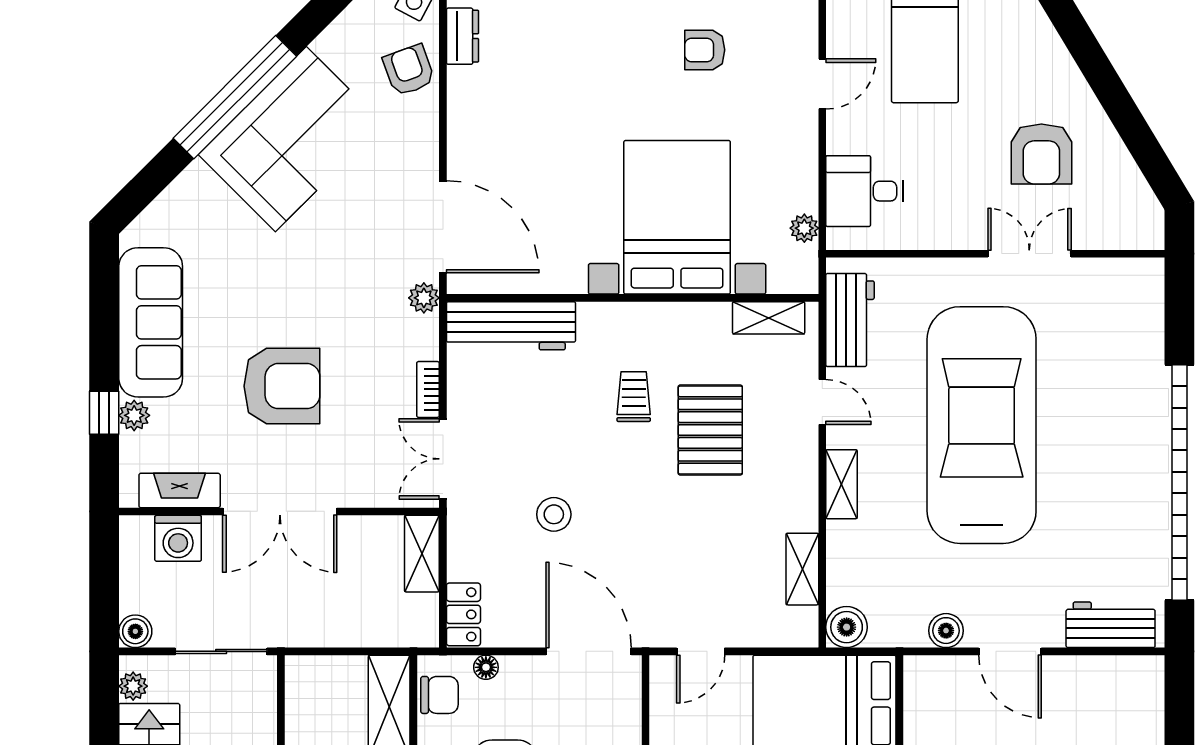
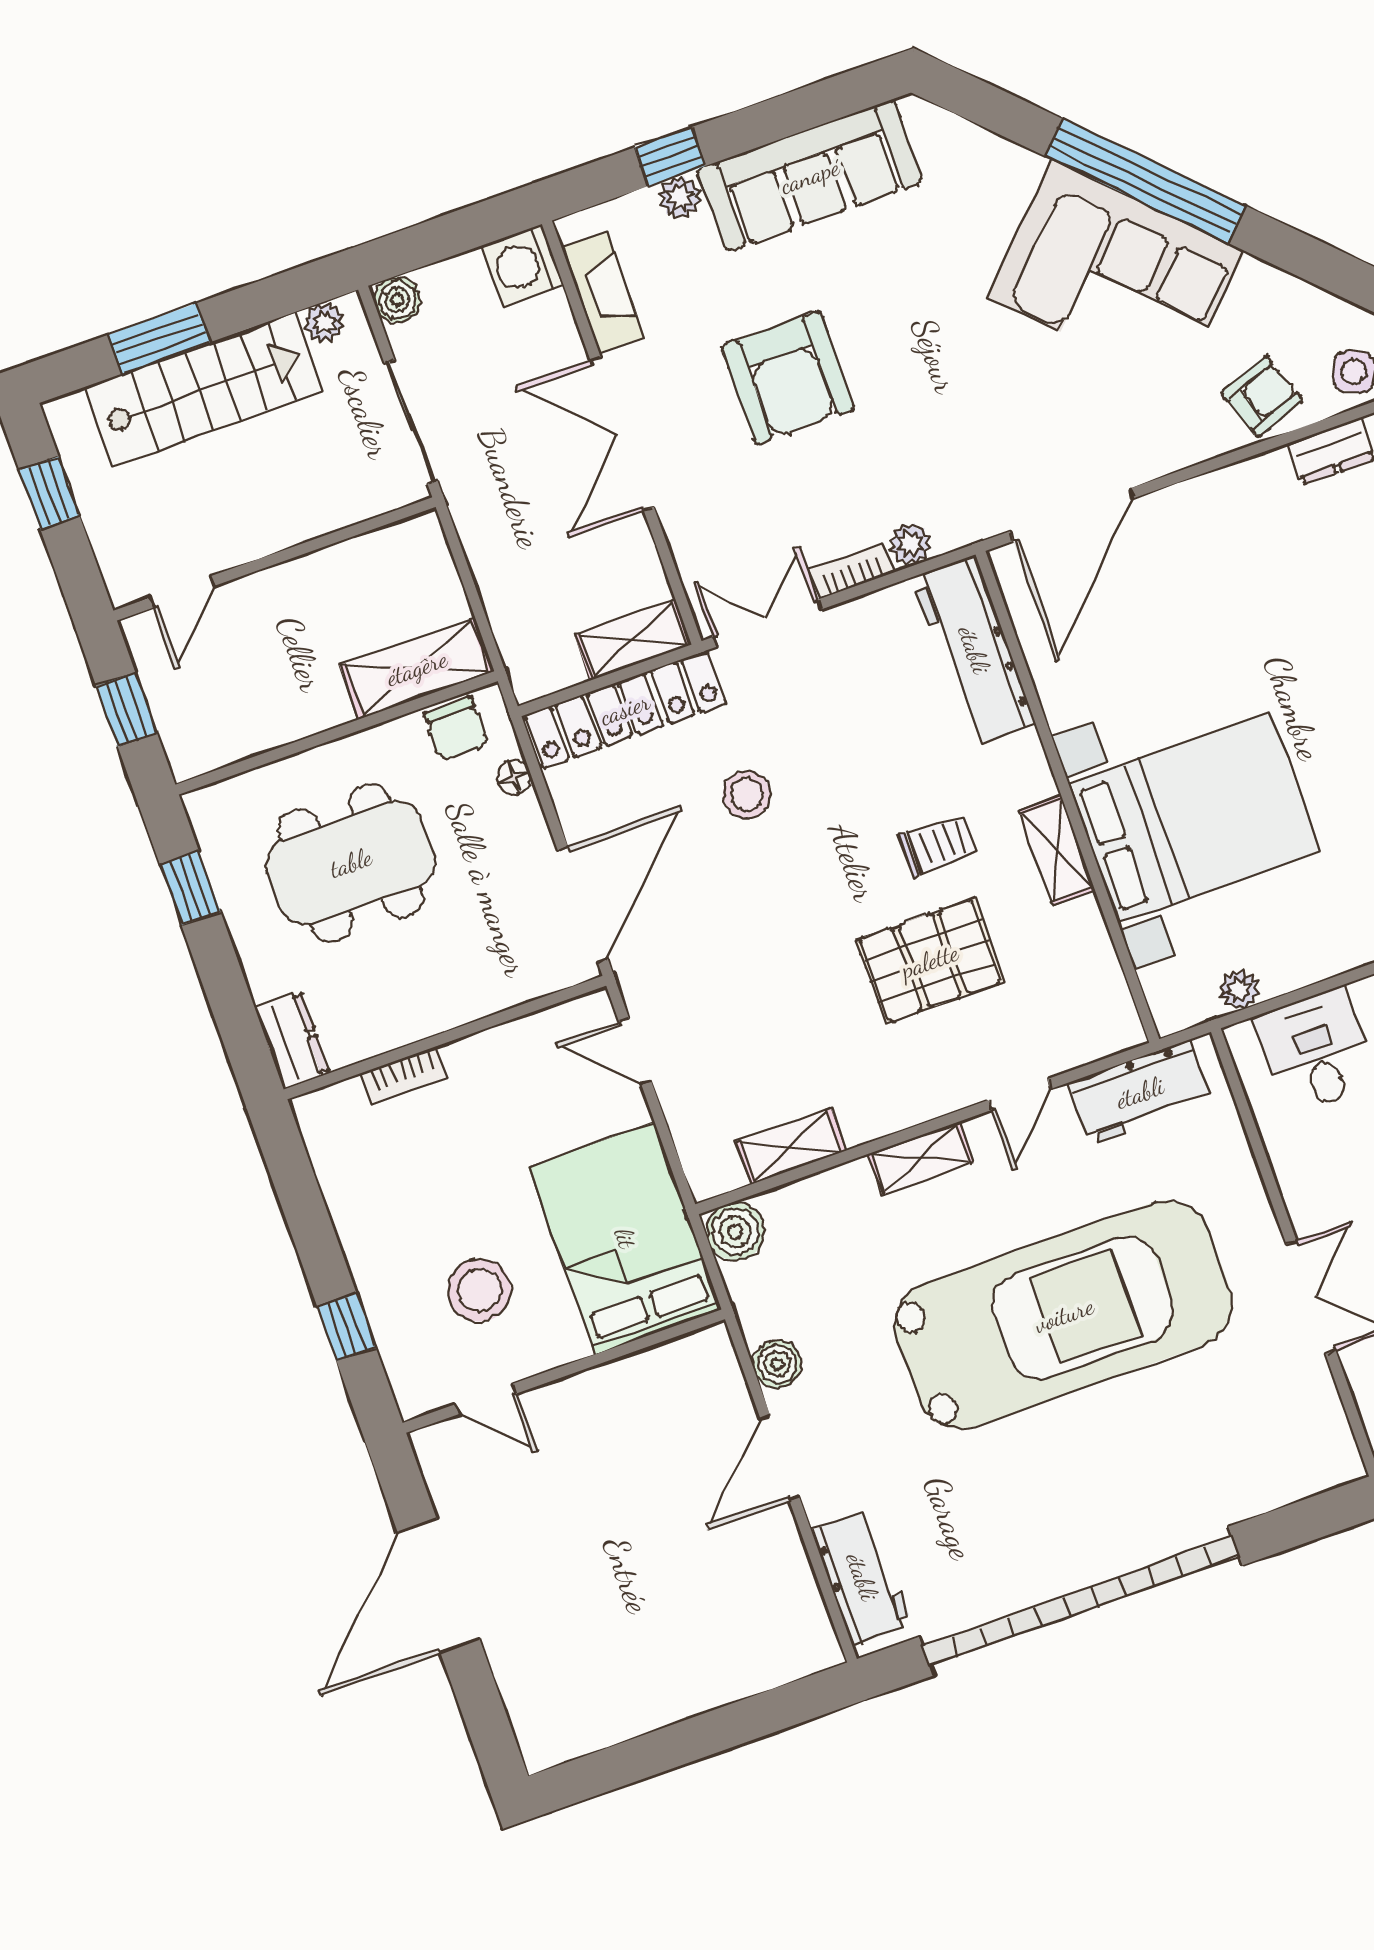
plant: (424, 298) -> (910, 544), moved
shelving: (769, 318) -> (1057, 851), moved
washing machine: (178, 538) -> (522, 265), moved
locker: (463, 614) -> (625, 709), width x2.16, depth x1.21

